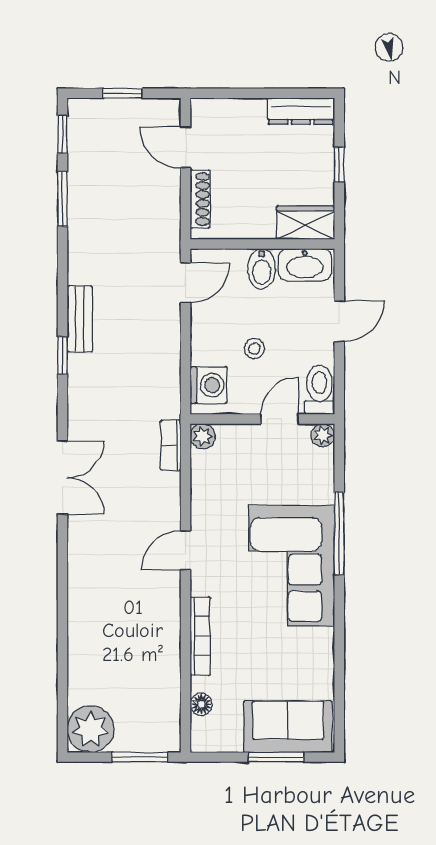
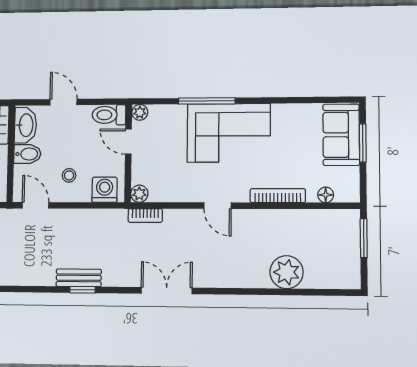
bench: (80, 319) -> (79, 278), moved
stool: (254, 349) -> (69, 175), moved
plant: (91, 729) -> (287, 272), moved

